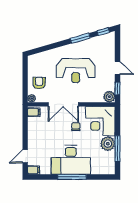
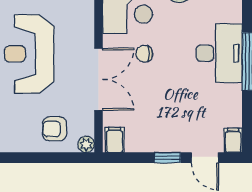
reception desk: (76, 71) -> (29, 54), turned 180
window: (25, 138) -> (167, 158), added
desk: (71, 160) -> (219, 53), width x0.73, depth x0.77

